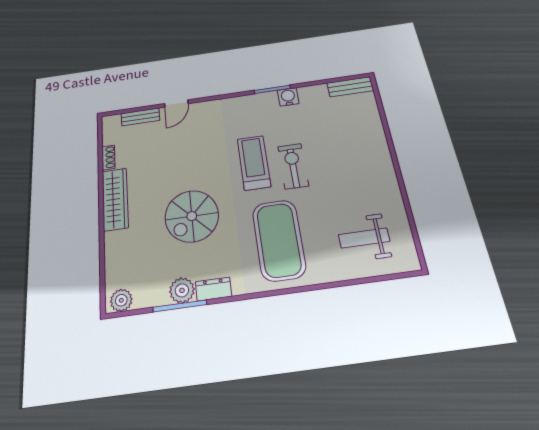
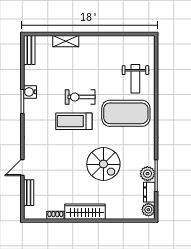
door: (176, 104) -> (22, 167), swing flipped
shelving: (376, 133) -> (66, 41), added
weight bench: (364, 238) -> (135, 79), moved
dresser: (213, 289) -> (149, 192), moved

